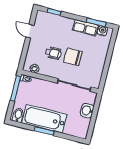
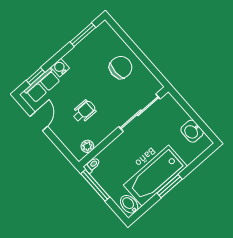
row of seats: (85, 28) -> (42, 86), moved
door: (30, 31) -> (39, 121), swing flipped
water cooler: (102, 31) -> (60, 68), moved
chair: (73, 57) -> (121, 67), moved, turned 180
washbasin: (87, 111) -> (192, 131), moved

